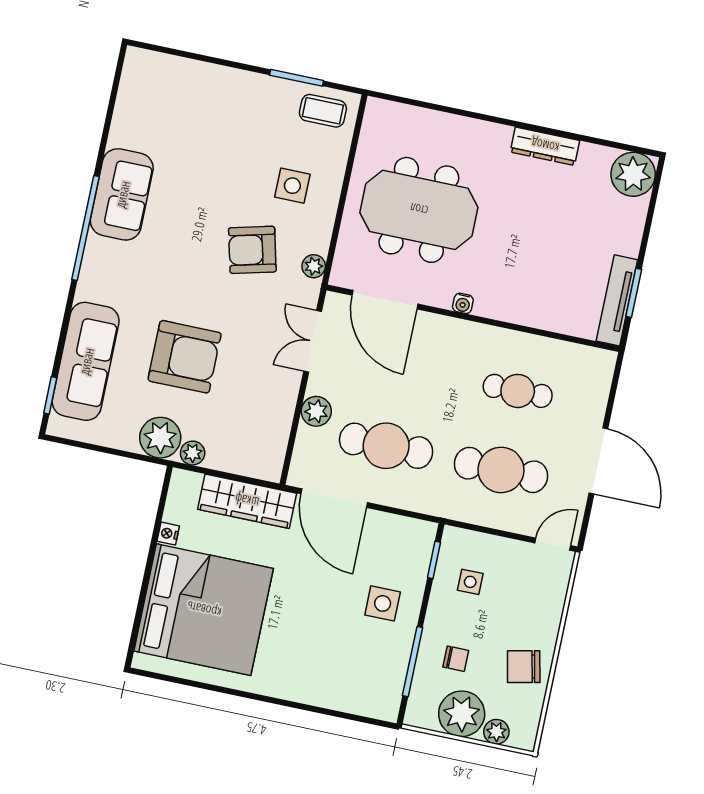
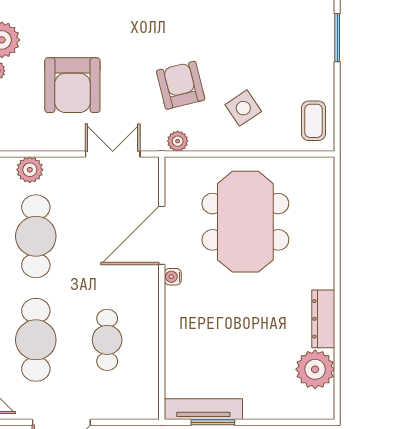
window: (297, 78) -> (337, 38), moved
plant: (633, 174) -> (315, 369), moved
side table: (292, 186) -> (243, 108), turned -34
door: (385, 300) -> (162, 235), moved
armchair: (185, 357) -> (72, 85), moved
plant: (316, 411) -> (30, 170), moved

